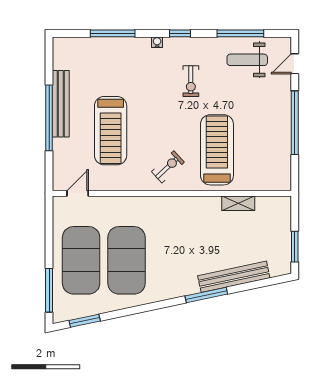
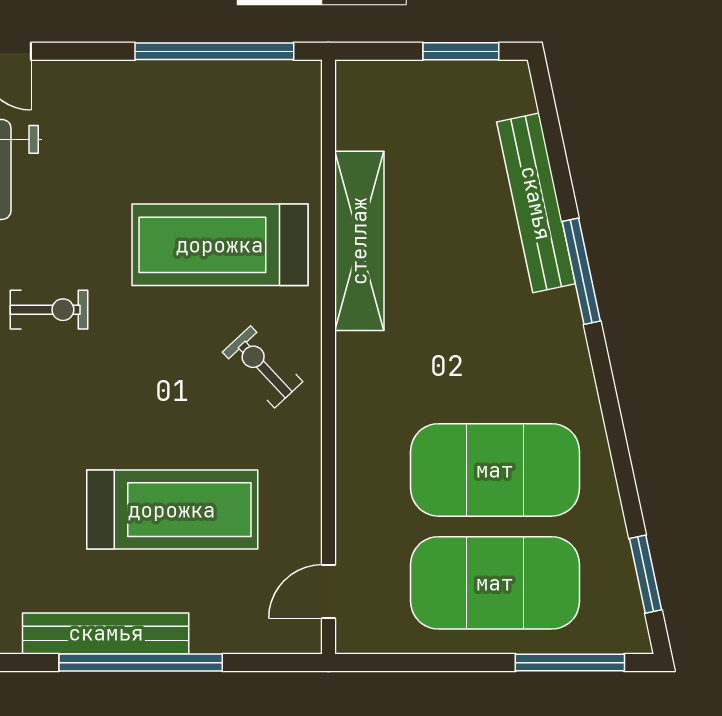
window: (295, 123) -> (214, 51), moved
door: (78, 193) -> (329, 592), hinge flipped
shelving: (238, 203) -> (359, 241), width x2.20, depth x1.33

